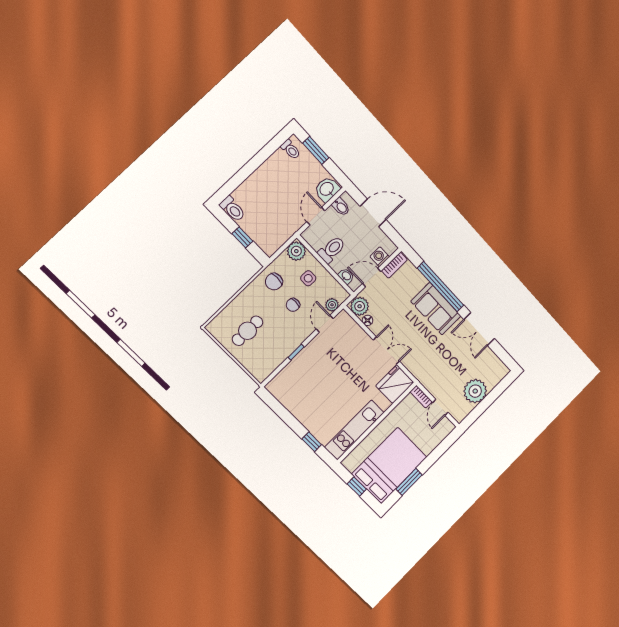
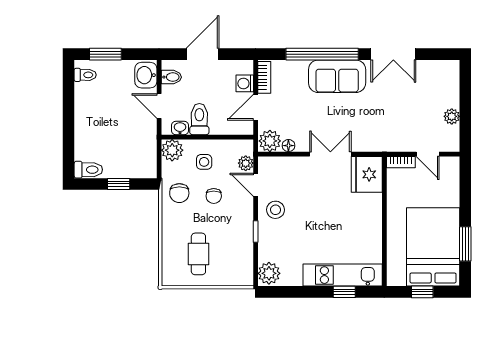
washbasin: (346, 276) -> (180, 128), moved
stool: (321, 351) -> (276, 210), added
plant: (278, 386) -> (269, 273), added
plant: (475, 391) -> (452, 116), width x0.53, depth x0.53
kitchen unit: (354, 430) -> (343, 275), moved, turned 90

